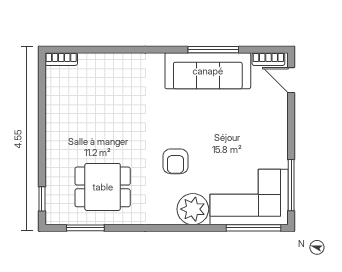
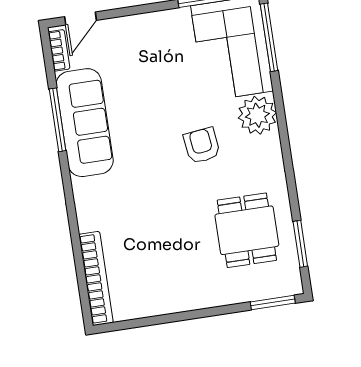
bookcase: (61, 59) -> (96, 279), width x2.31, depth x1.31
armchair: (176, 161) -> (202, 145), turned -97
window: (42, 199) -> (273, 303), width x1.50

